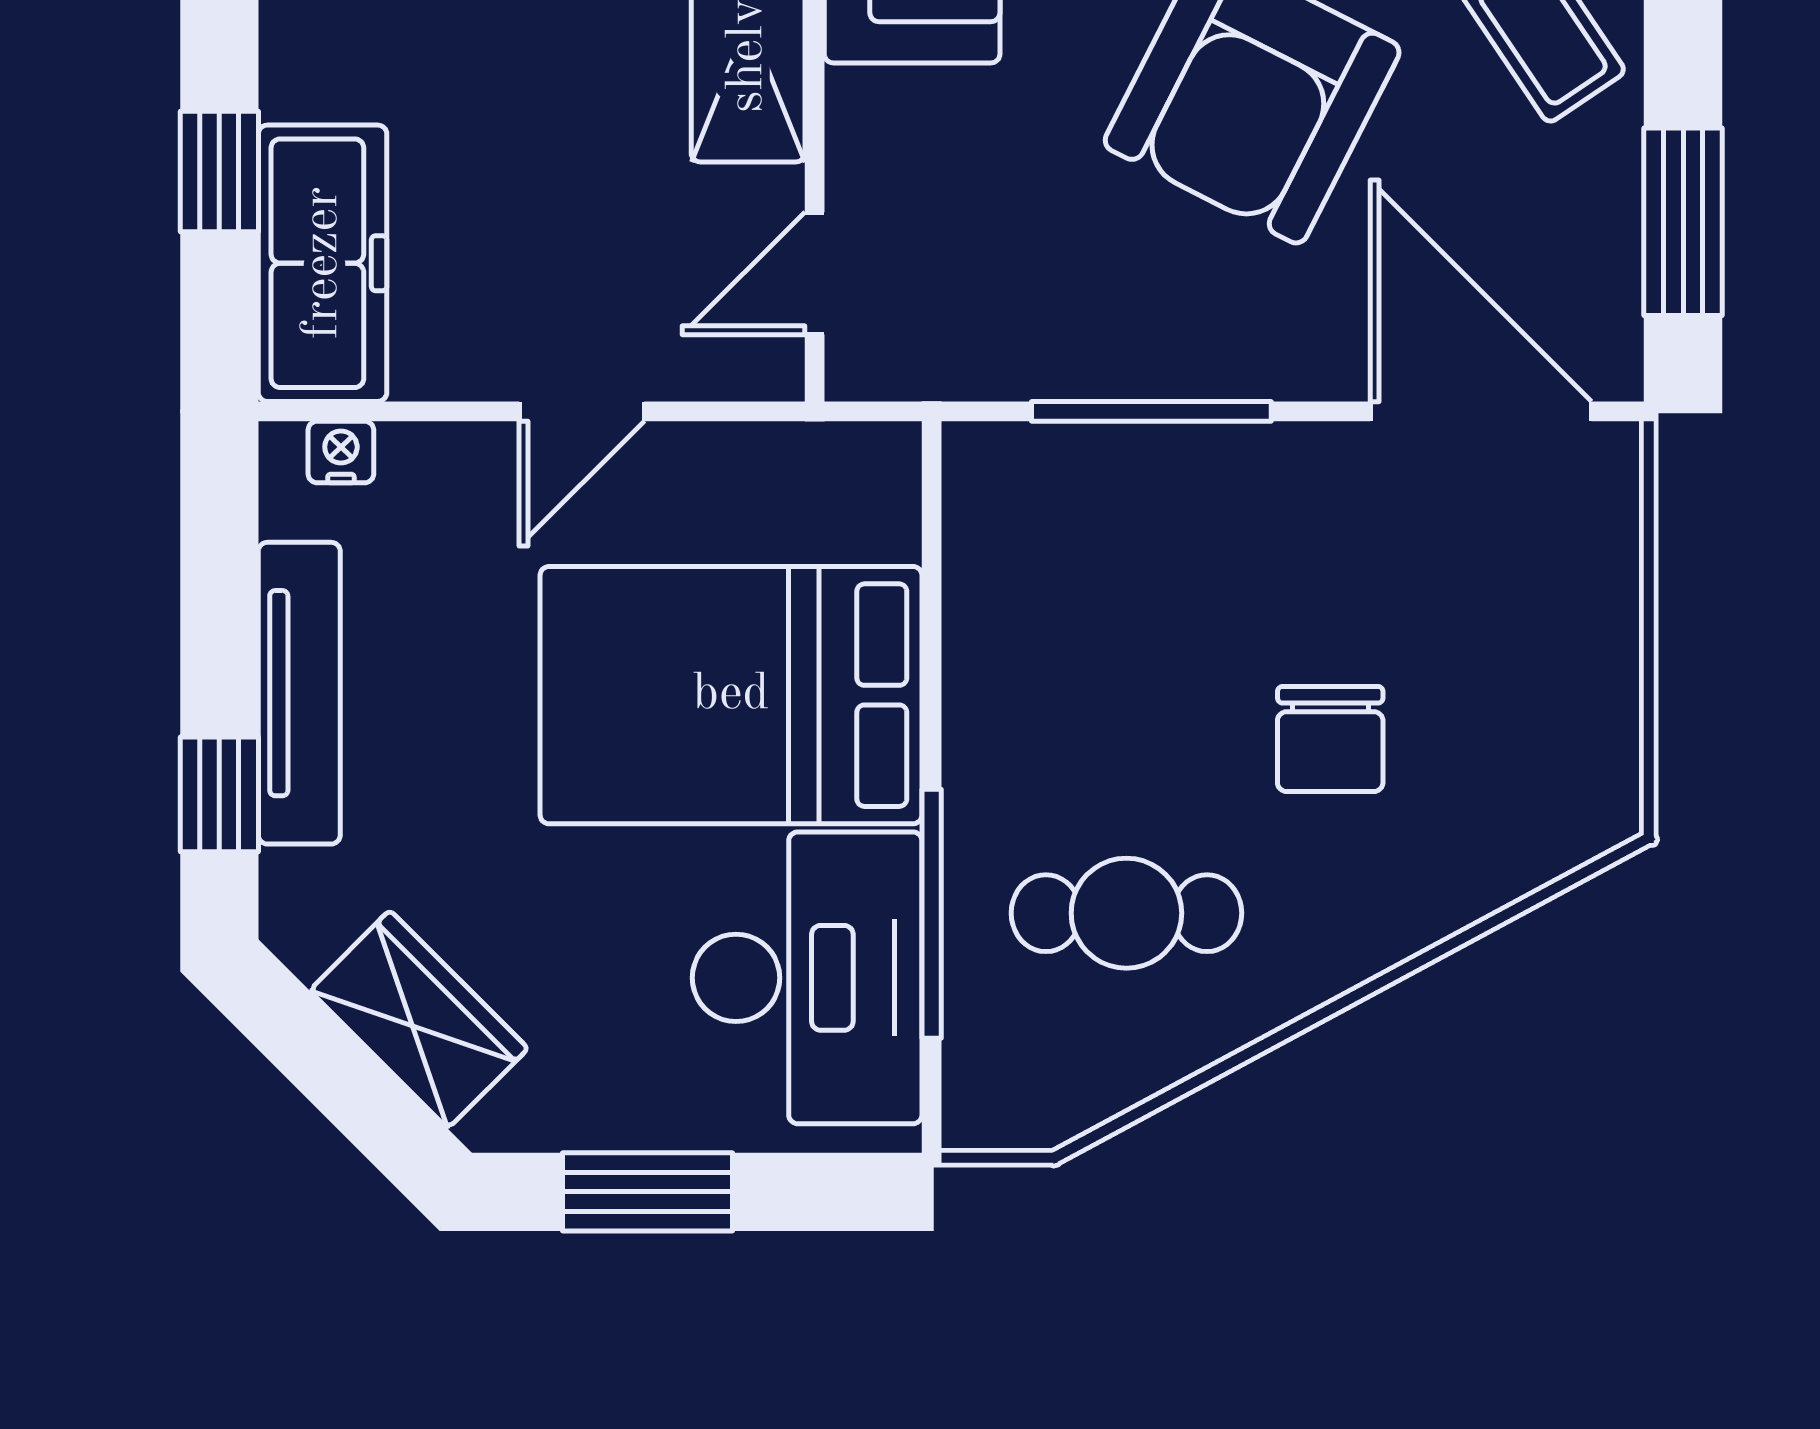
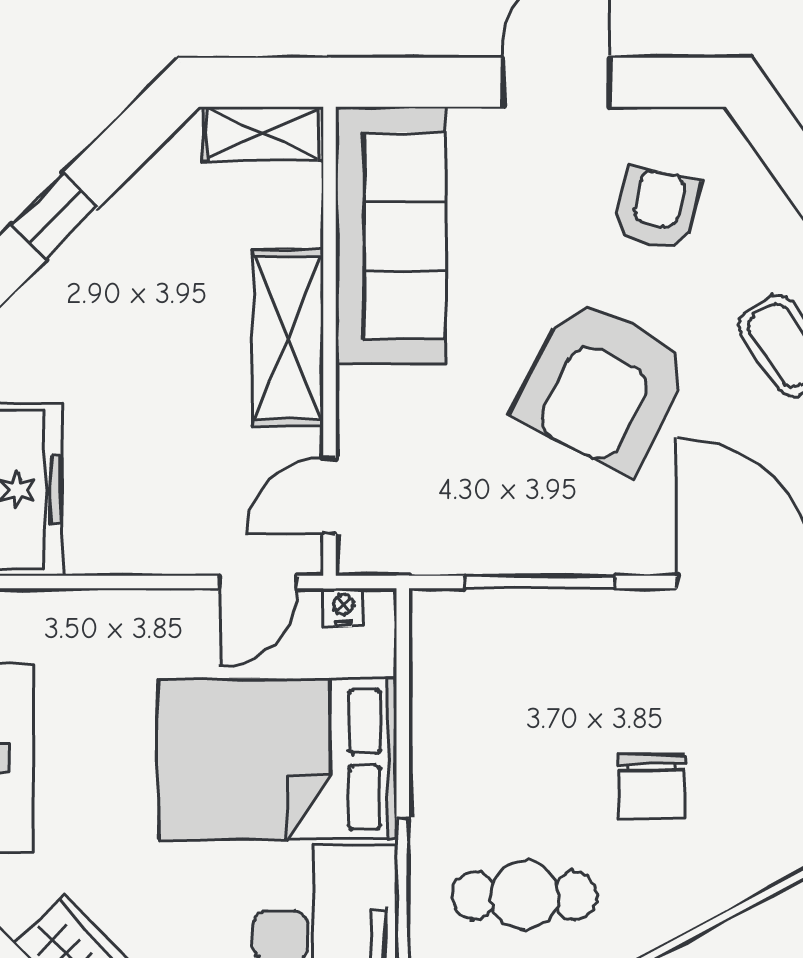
door: (582, 411) -> (258, 582), moved
nightstand: (341, 452) -> (344, 607), moved

